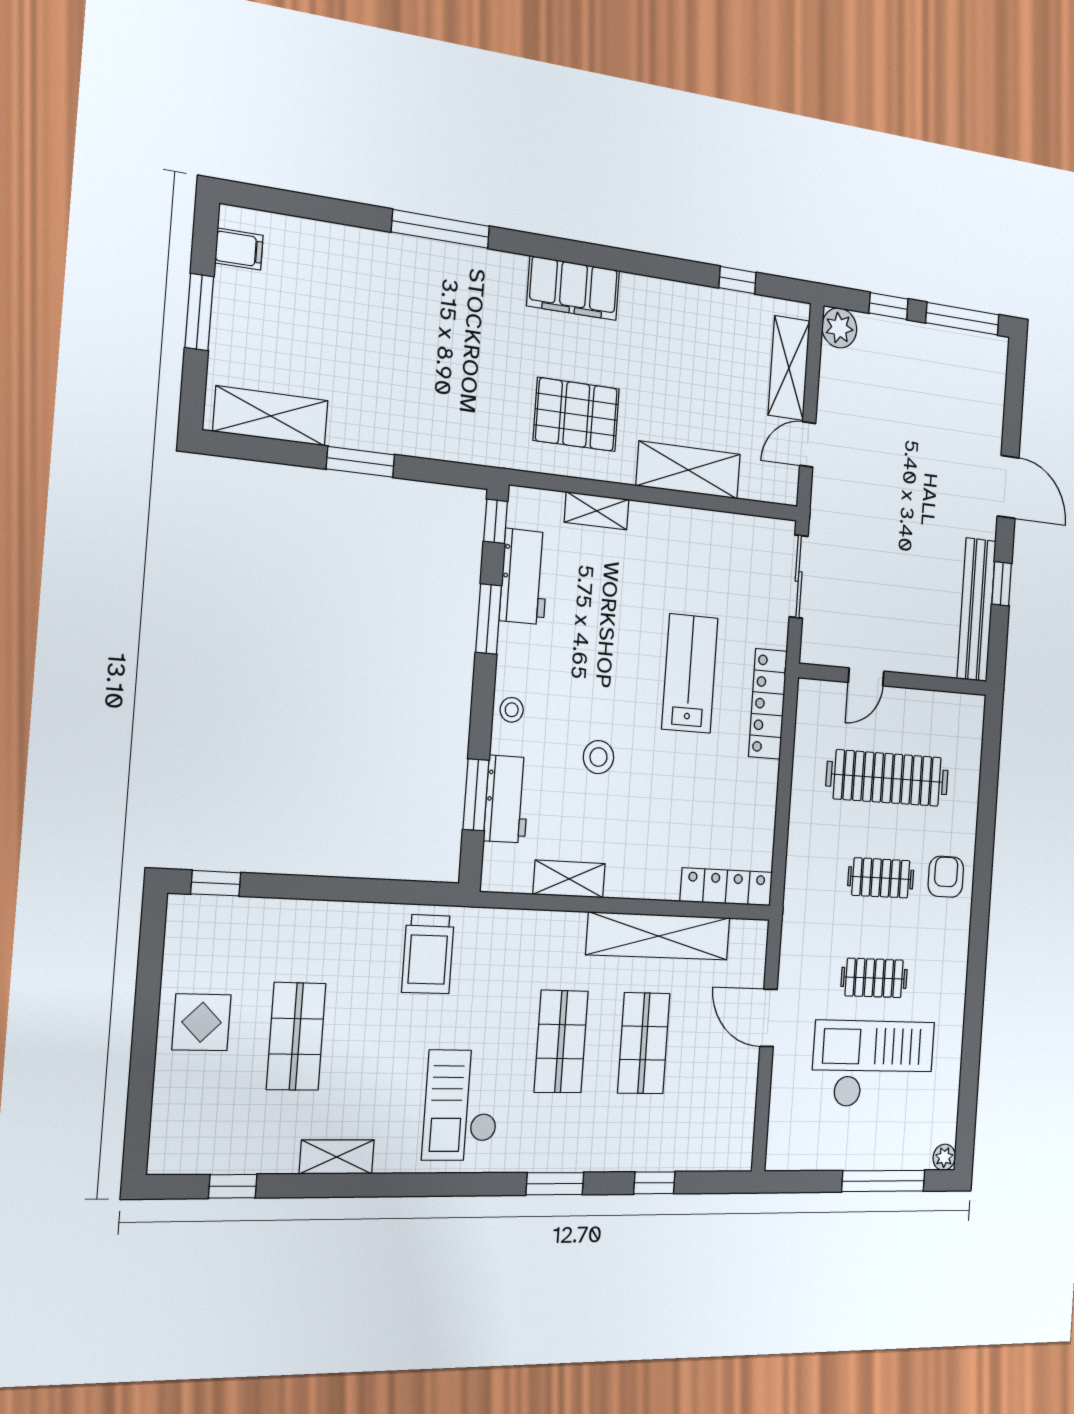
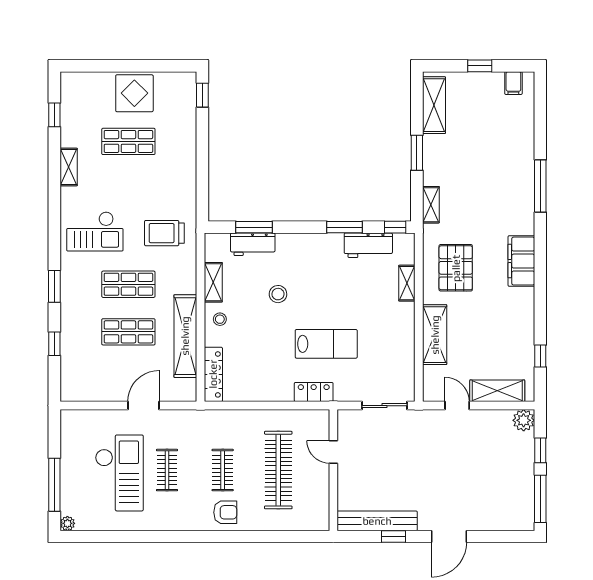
window: (199, 312) -> (480, 66), width x0.67
shelving: (460, 447) -> (431, 205), added
locker: (768, 704) -> (314, 392), width x0.66
stool: (512, 710) -> (220, 319), moved
trolley: (428, 954) -> (164, 233), moved
display table: (202, 1022) -> (134, 93), width x1.36, depth x1.36
checkout: (462, 1105) -> (95, 231), turned 180

